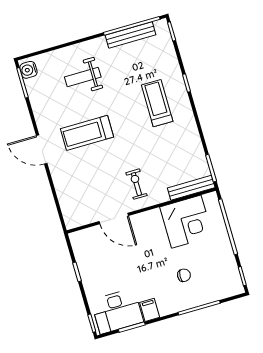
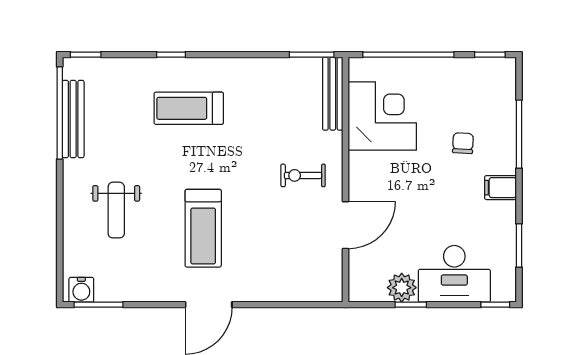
plant: (86, 263) -> (402, 288), added
filing cabinet: (150, 310) -> (500, 188), moved
desk: (117, 311) -> (454, 274), moved, turned 90

